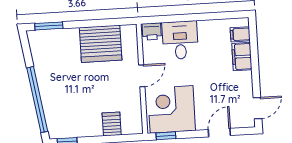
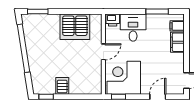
window: (212, 16) -> (157, 11), added
window: (37, 100) -> (24, 48), moved
server rack: (112, 124) -> (62, 86), moved

